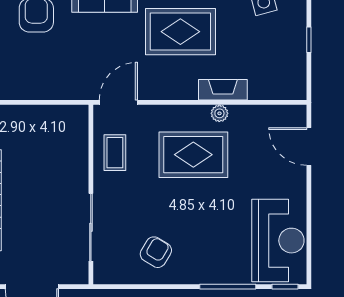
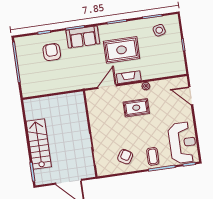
fireplace: (223, 90) -> (129, 77), moved
door: (118, 102) -> (107, 87), moved
coffee table: (115, 153) -> (153, 156), moved
rug: (193, 155) -> (136, 108), width x0.73, depth x0.70

